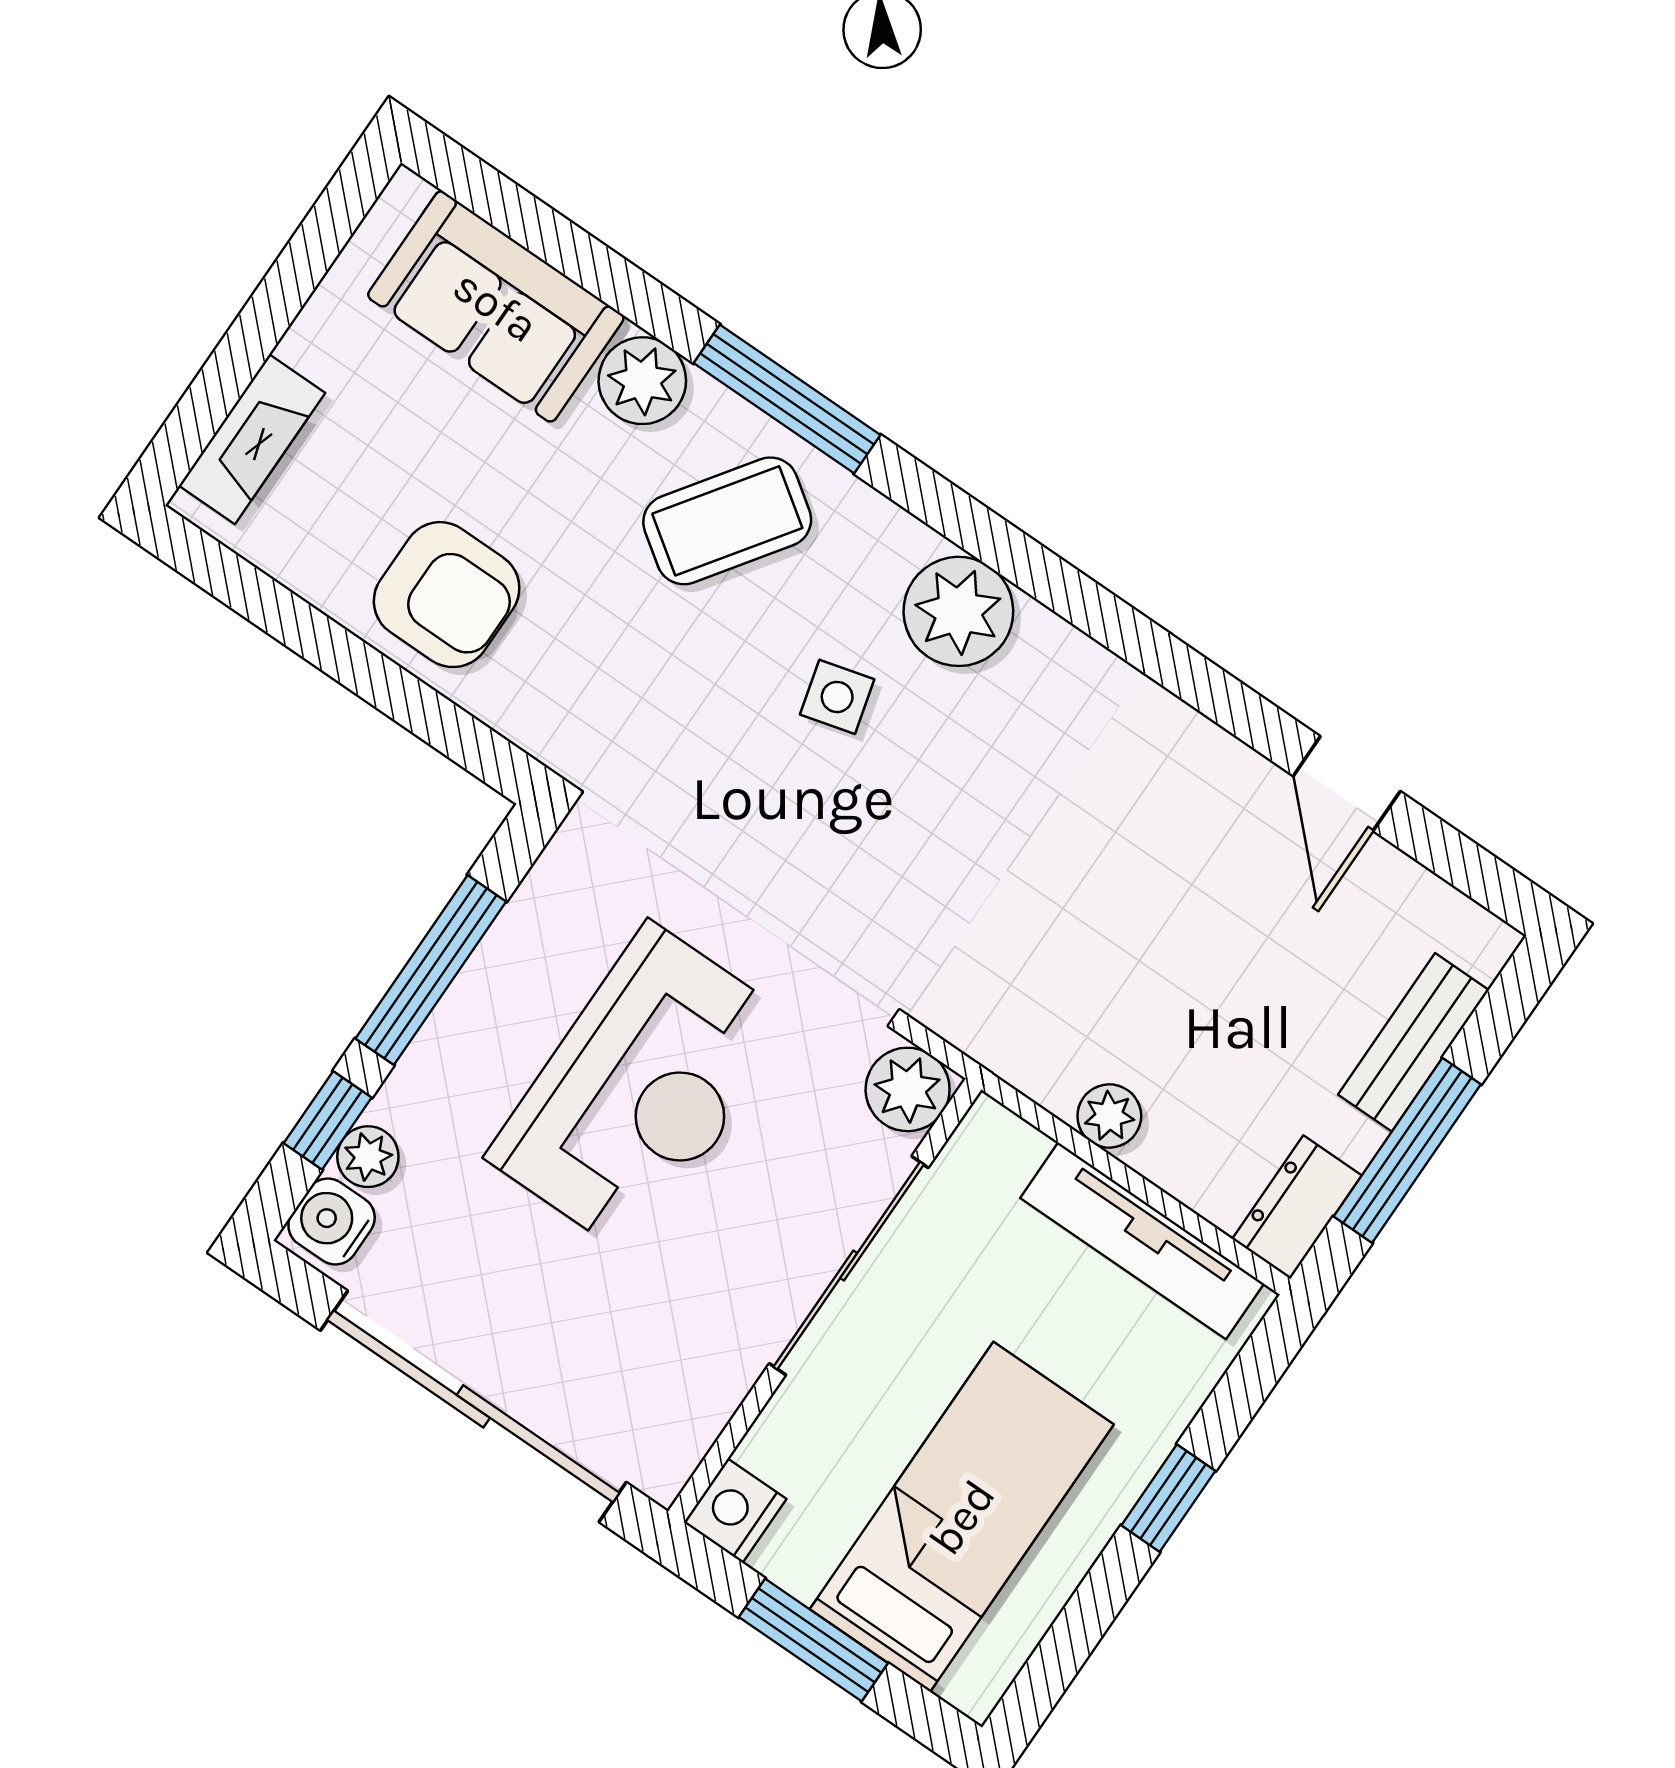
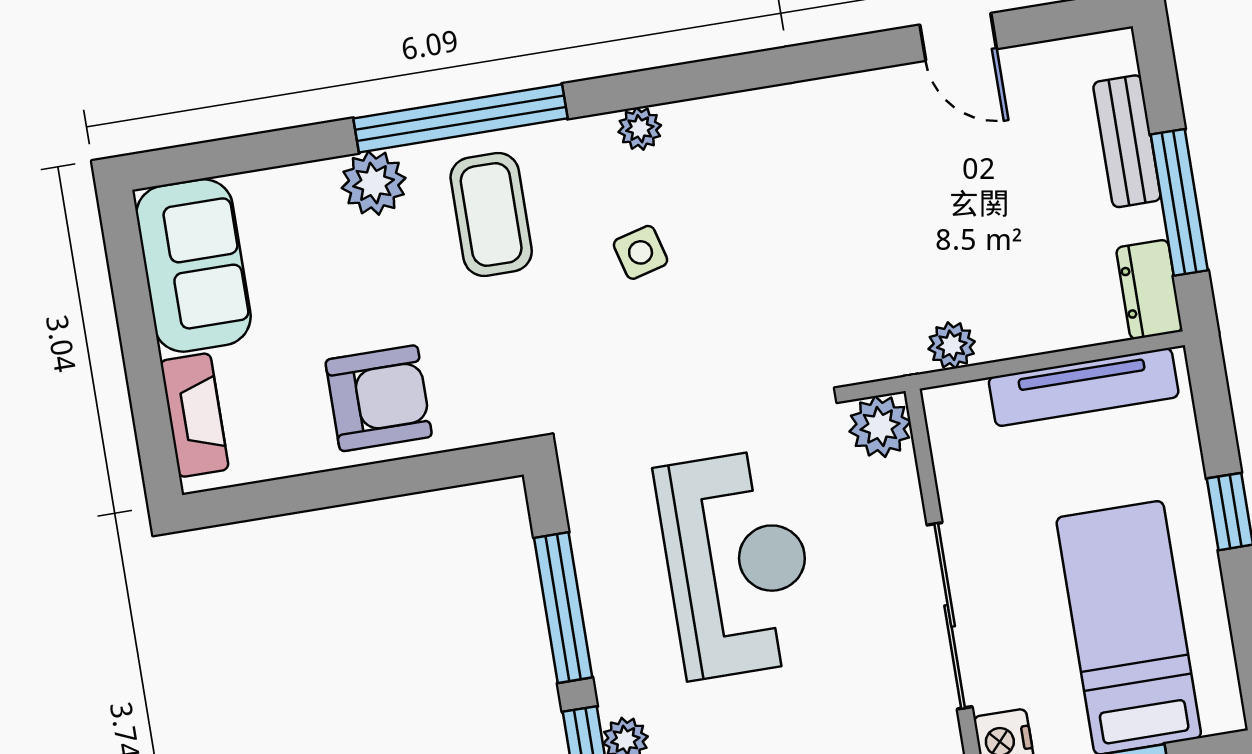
sofa: (496, 306) -> (193, 265), moved, turned -90
window: (787, 399) -> (461, 118), width x1.46
coffee table: (727, 521) -> (491, 215), turned -35
plant: (958, 611) -> (640, 129), width x0.53, depth x0.53
plant: (1109, 1116) -> (952, 345), moved
sliding door: (849, 1266) -> (950, 616), moved

